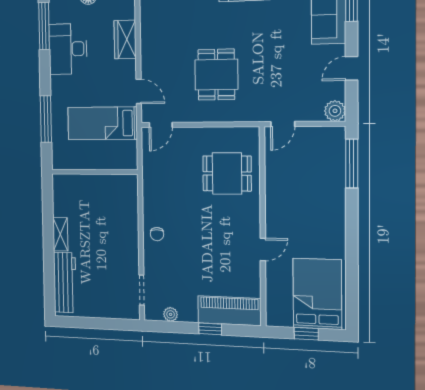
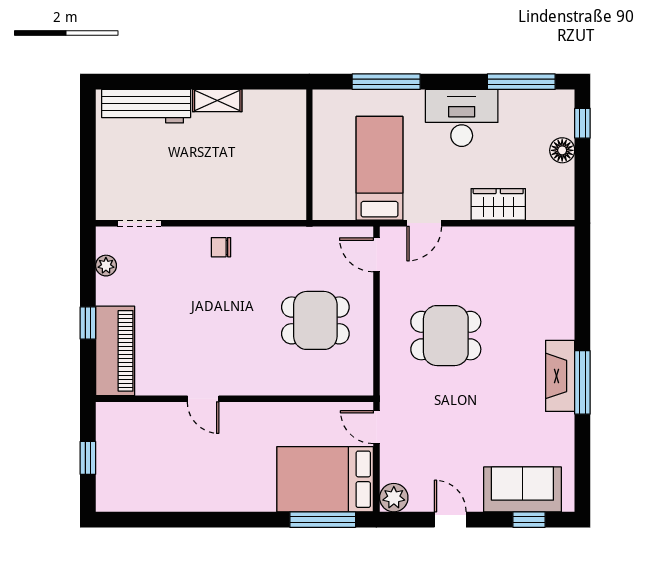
desk: (68, 49) -> (462, 118), moved
dining table: (227, 173) -> (315, 320), moved, turned 90
bed: (317, 294) -> (325, 479), moved, turned 180

